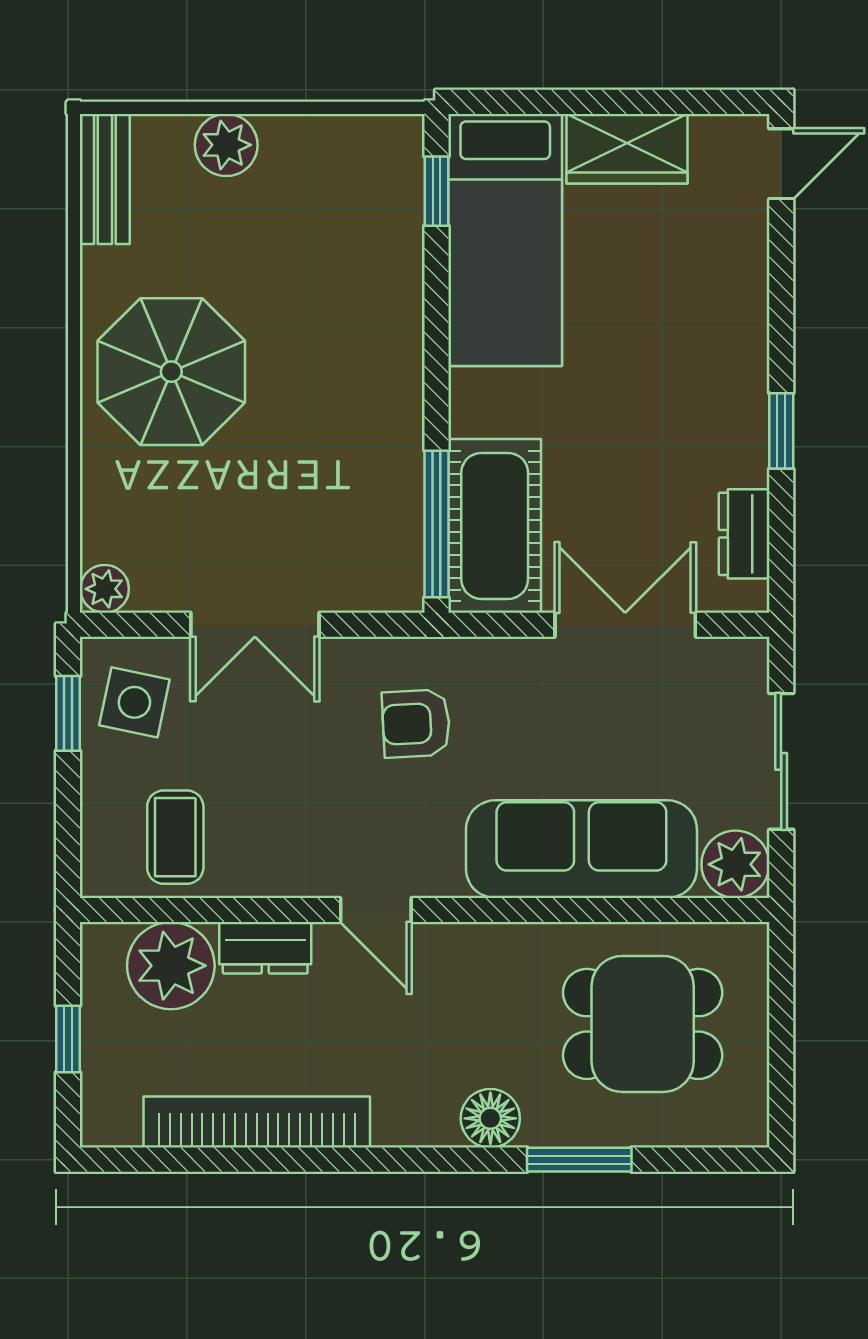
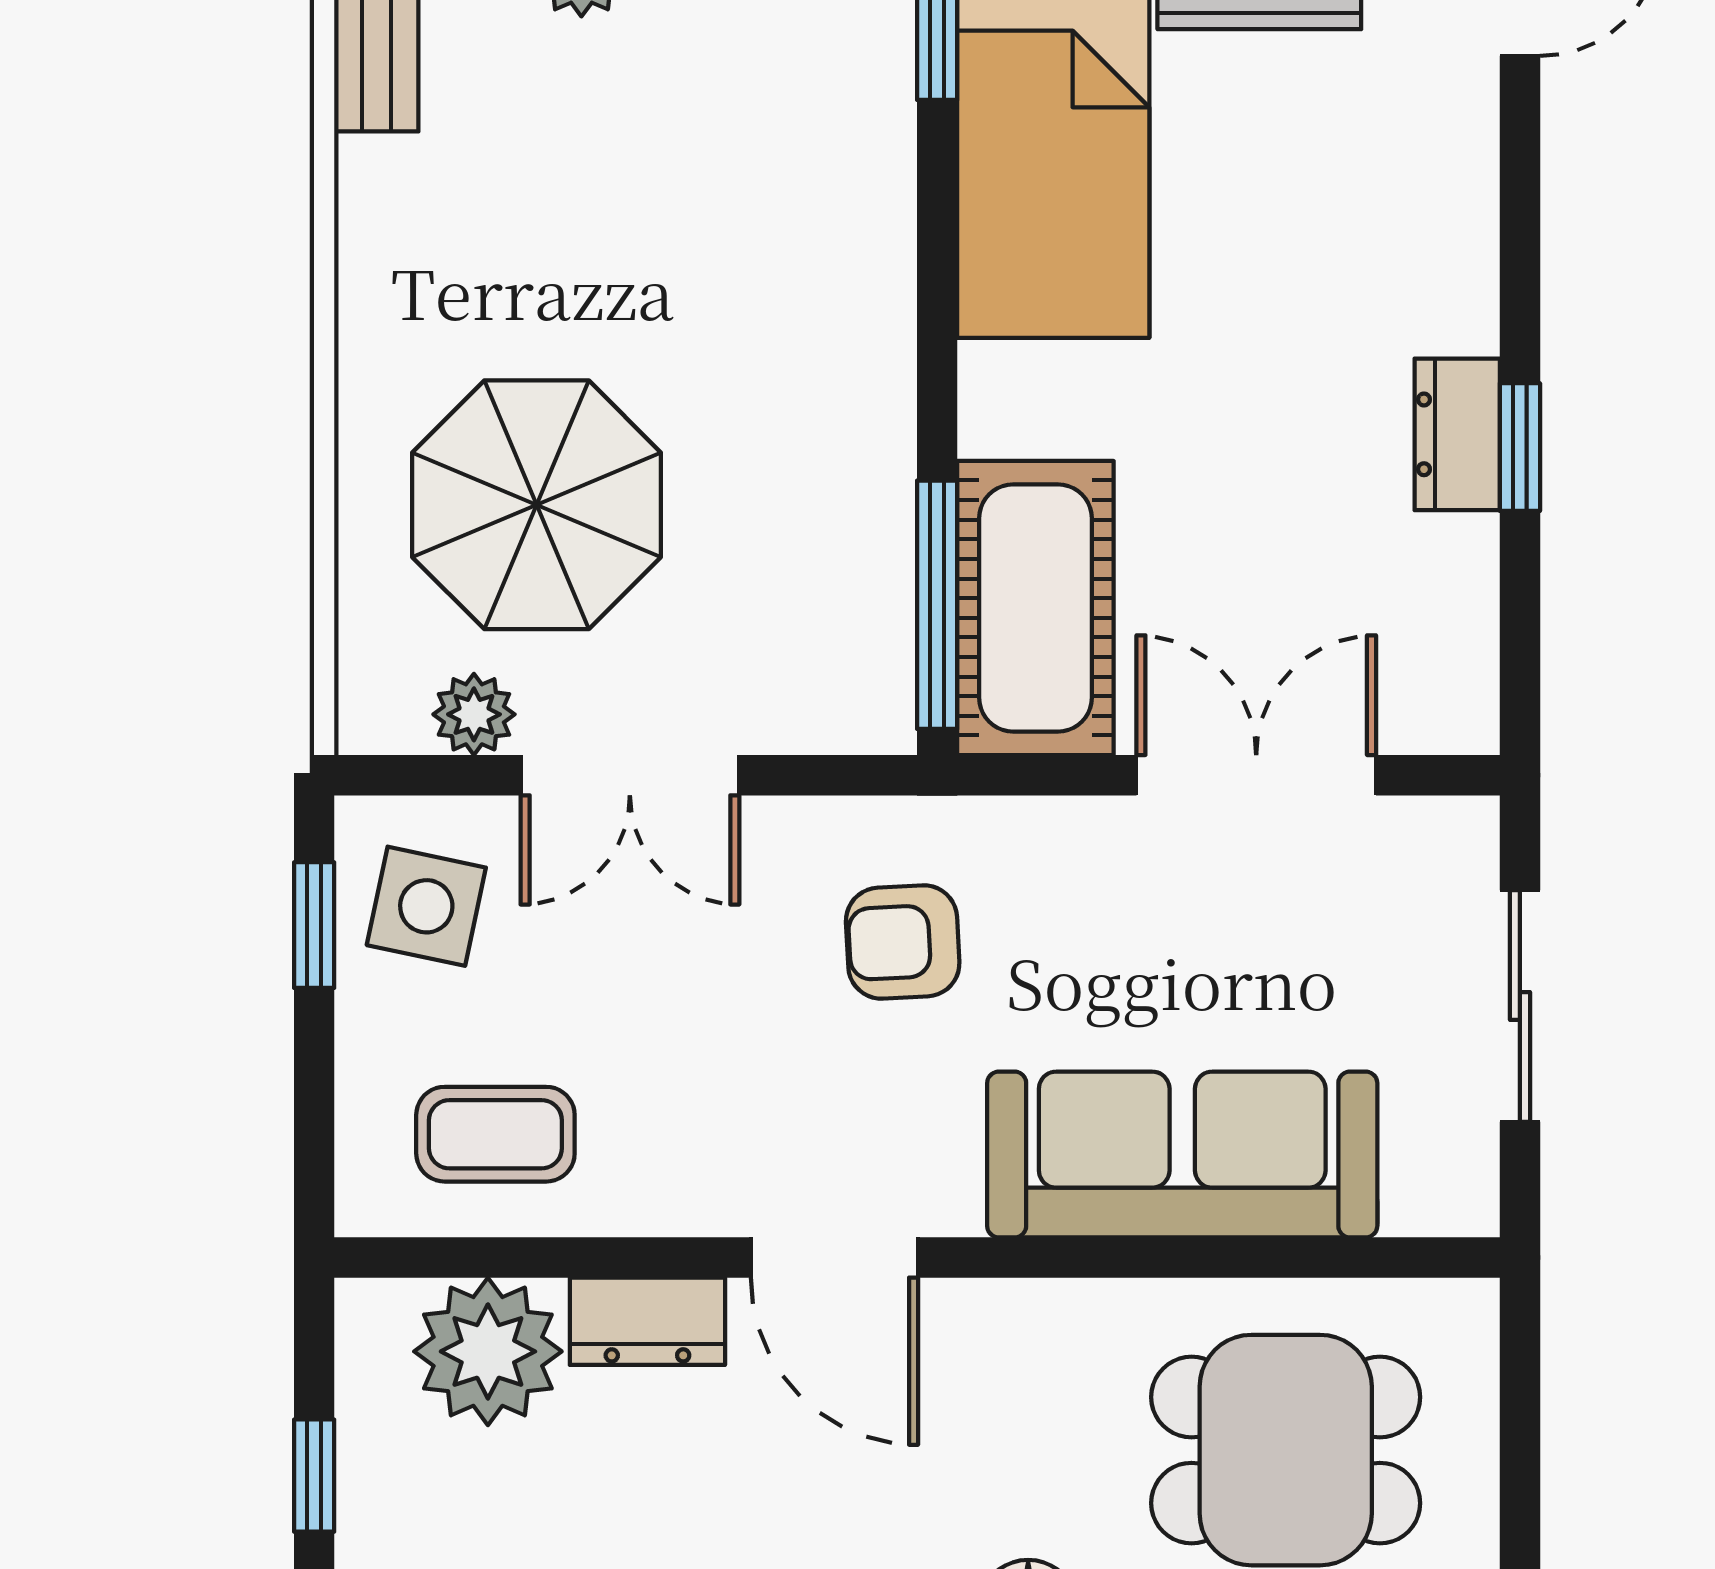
parasol: (171, 372) -> (537, 505), moved
dresser: (744, 534) -> (1457, 434), moved
plant: (105, 589) -> (474, 714), moved
coffee table: (175, 837) -> (495, 1134), turned 90
plant: (735, 864) -> (1443, 1180), removed
door: (376, 910) -> (835, 1257), width x1.38

